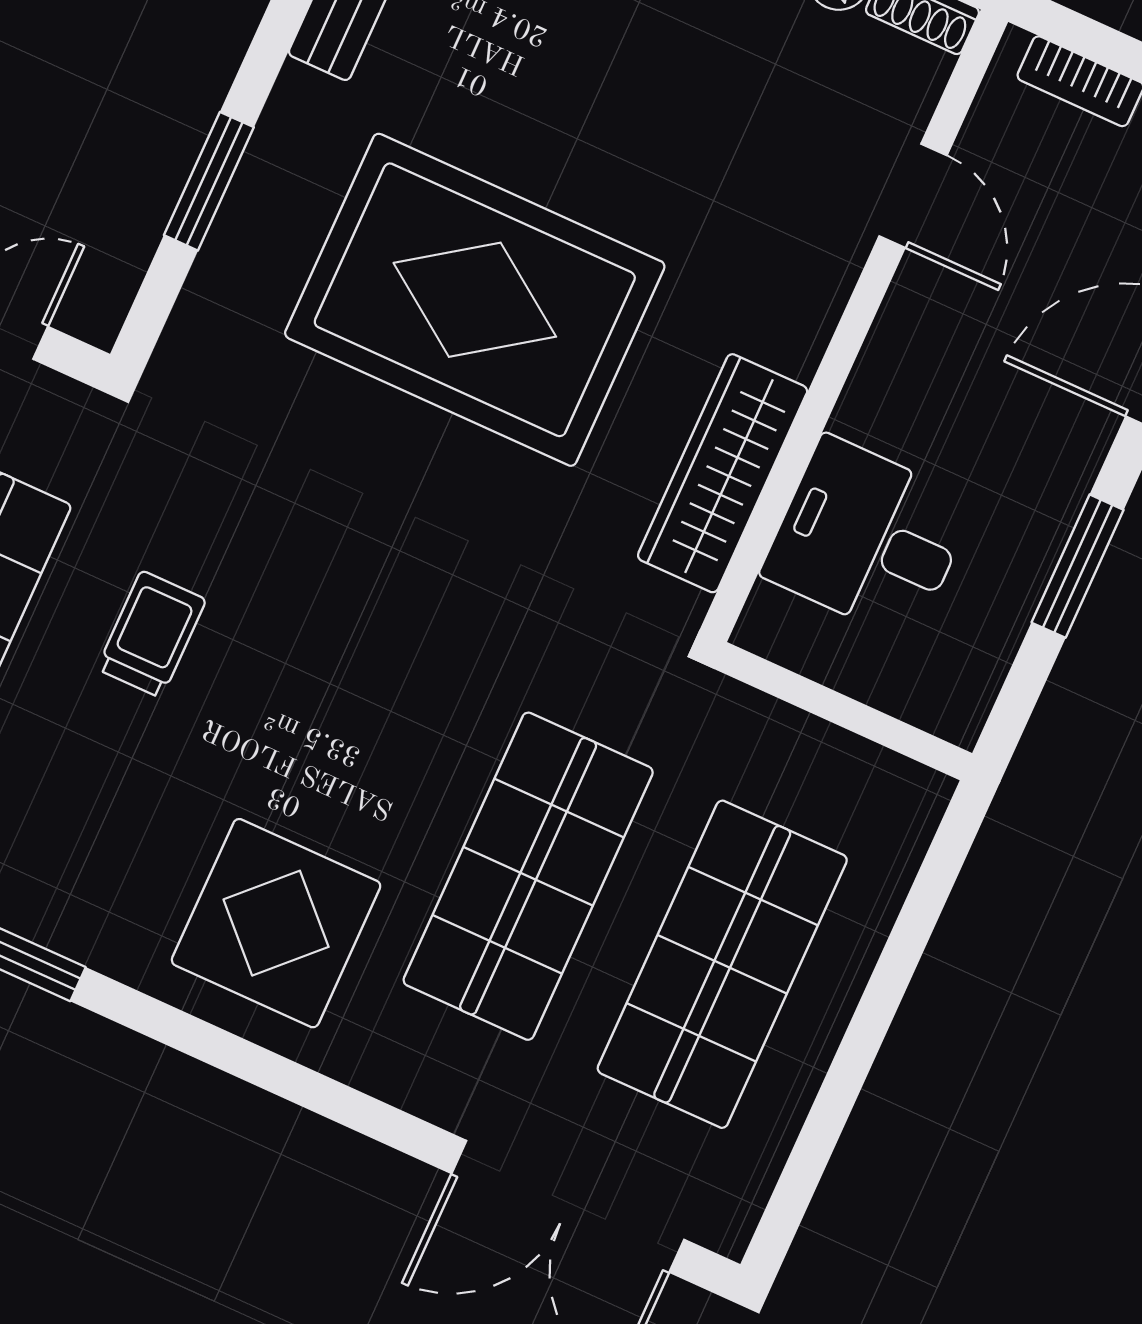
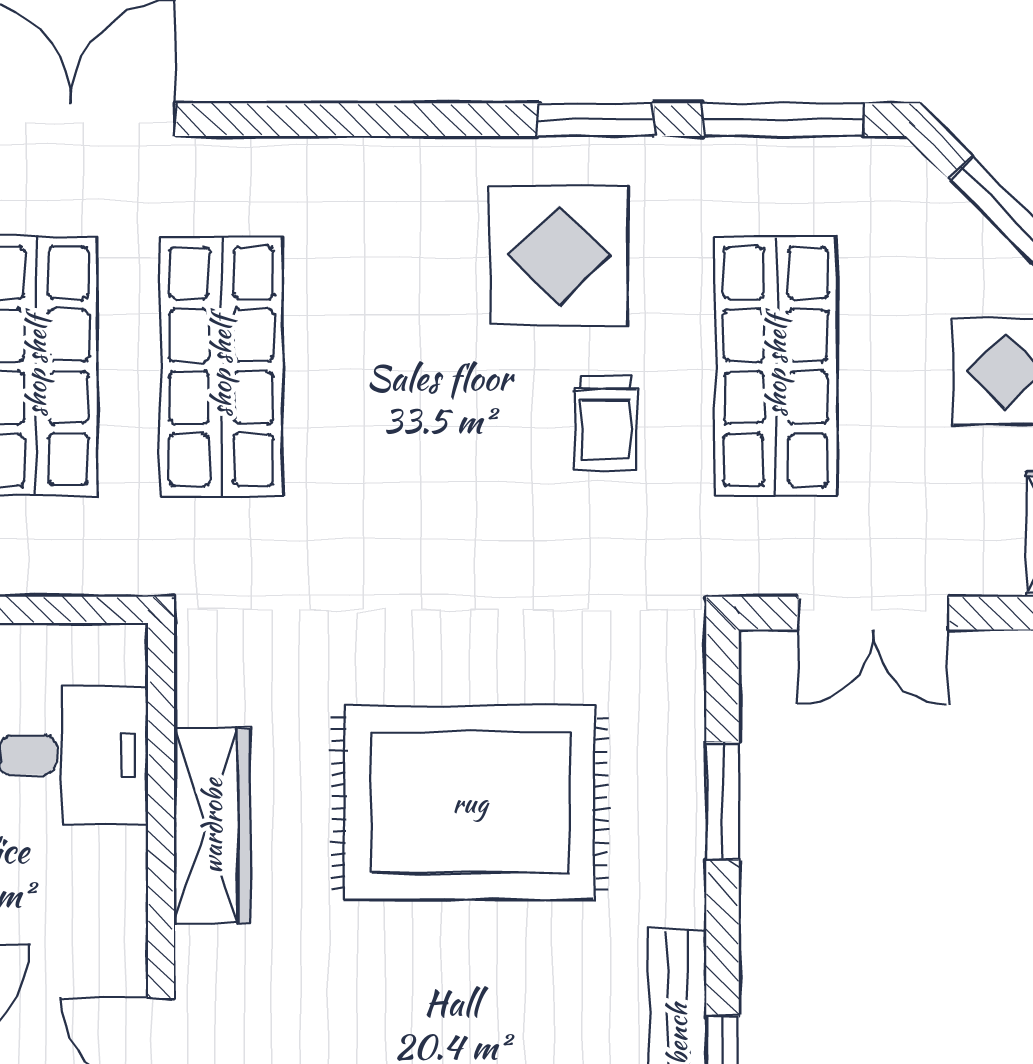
wardrobe: (723, 473) -> (212, 826), moved
display table: (276, 923) -> (559, 255), moved

